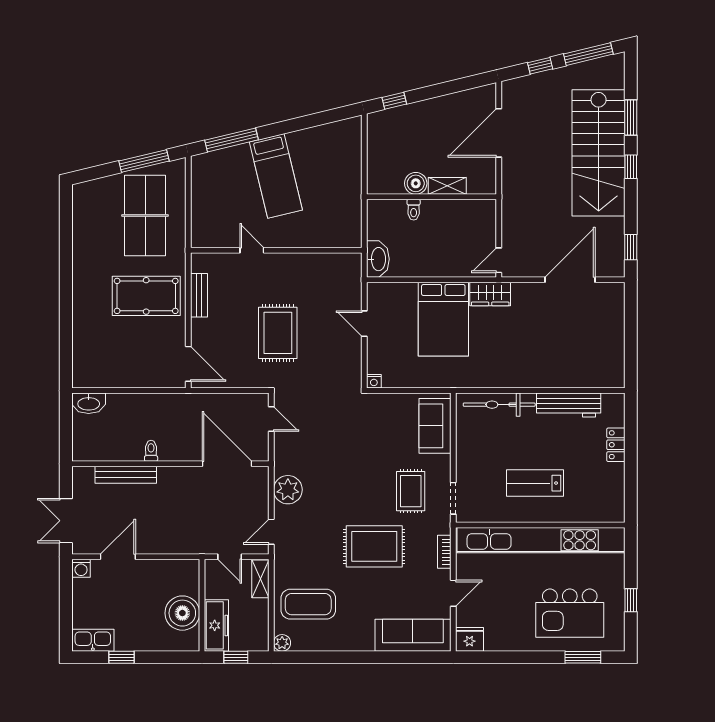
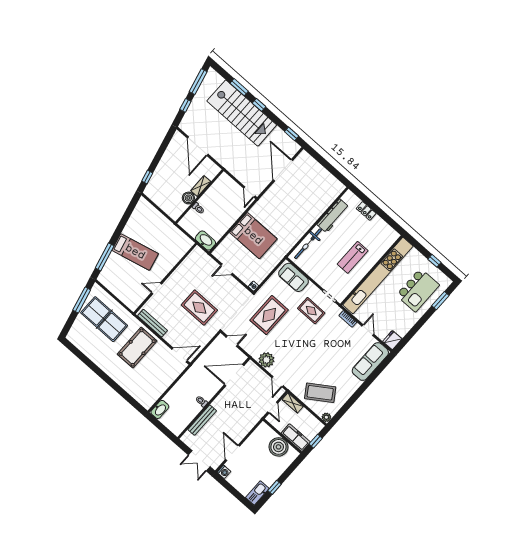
wardrobe: (490, 294) -> (260, 208), removed
bench: (199, 295) -> (153, 323), width x1.36
rug: (374, 546) -> (269, 315), moved
door: (230, 557) -> (273, 408), hinge flipped
coffee table: (308, 604) -> (320, 393), turned 56

